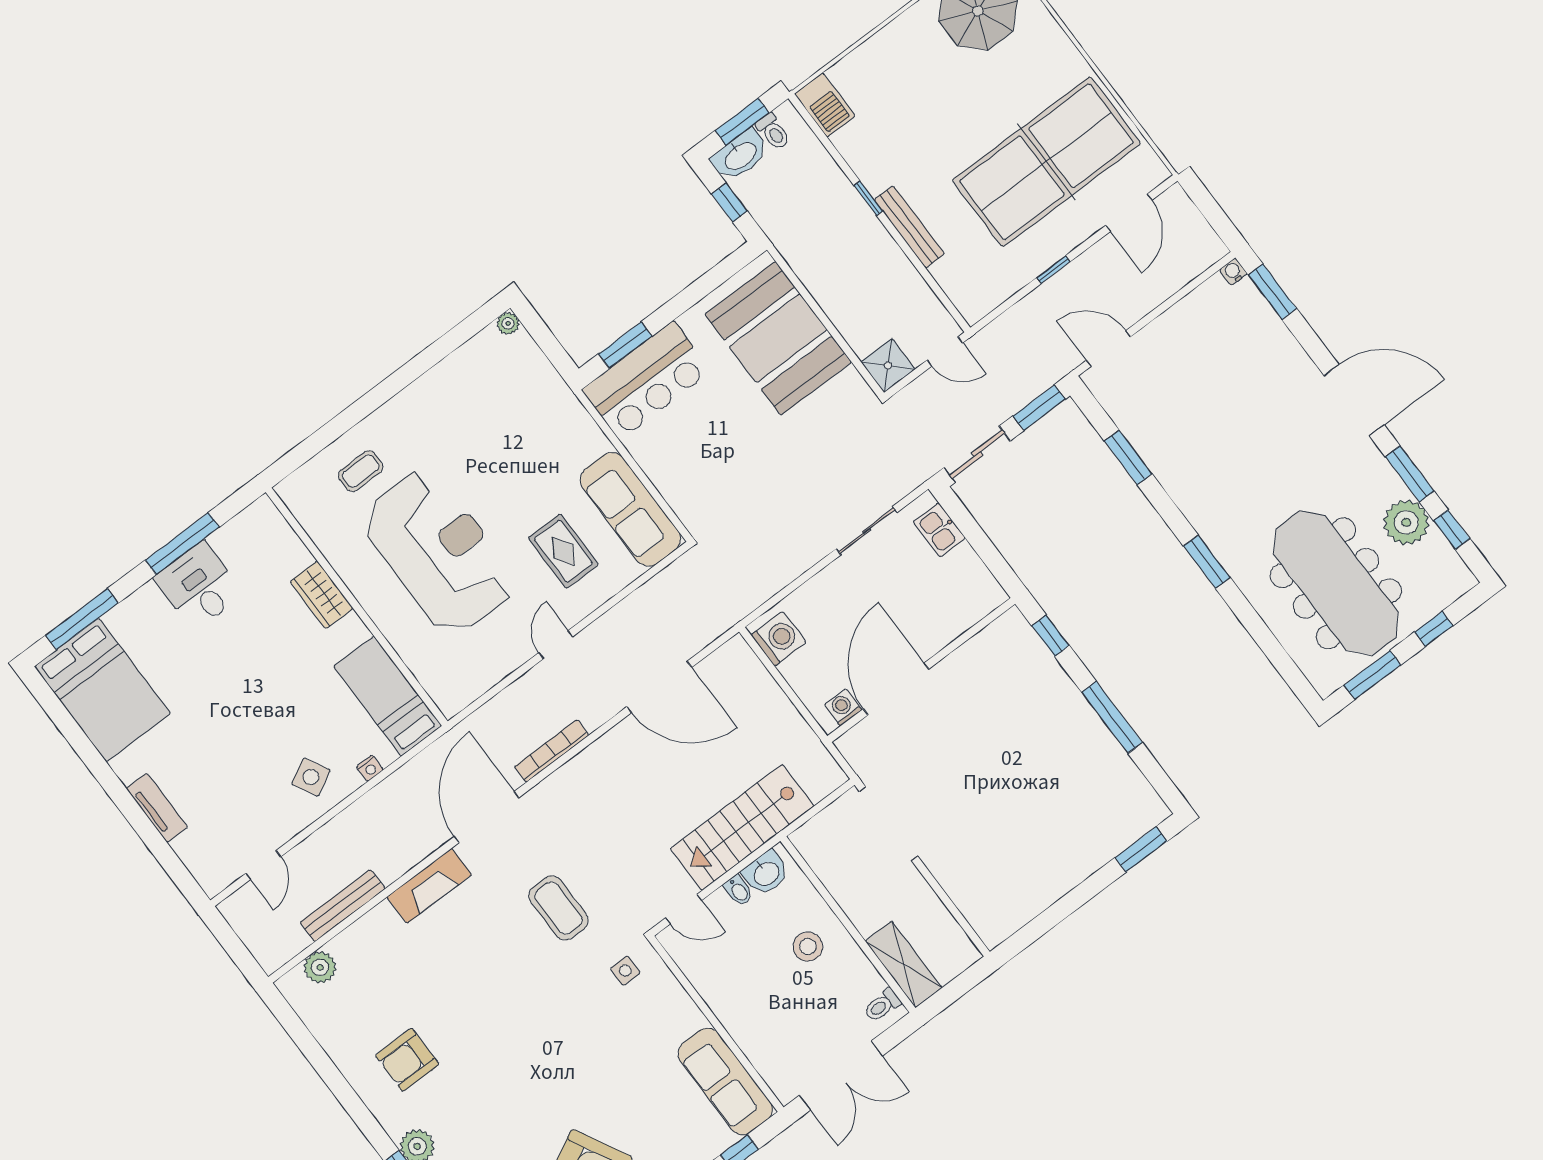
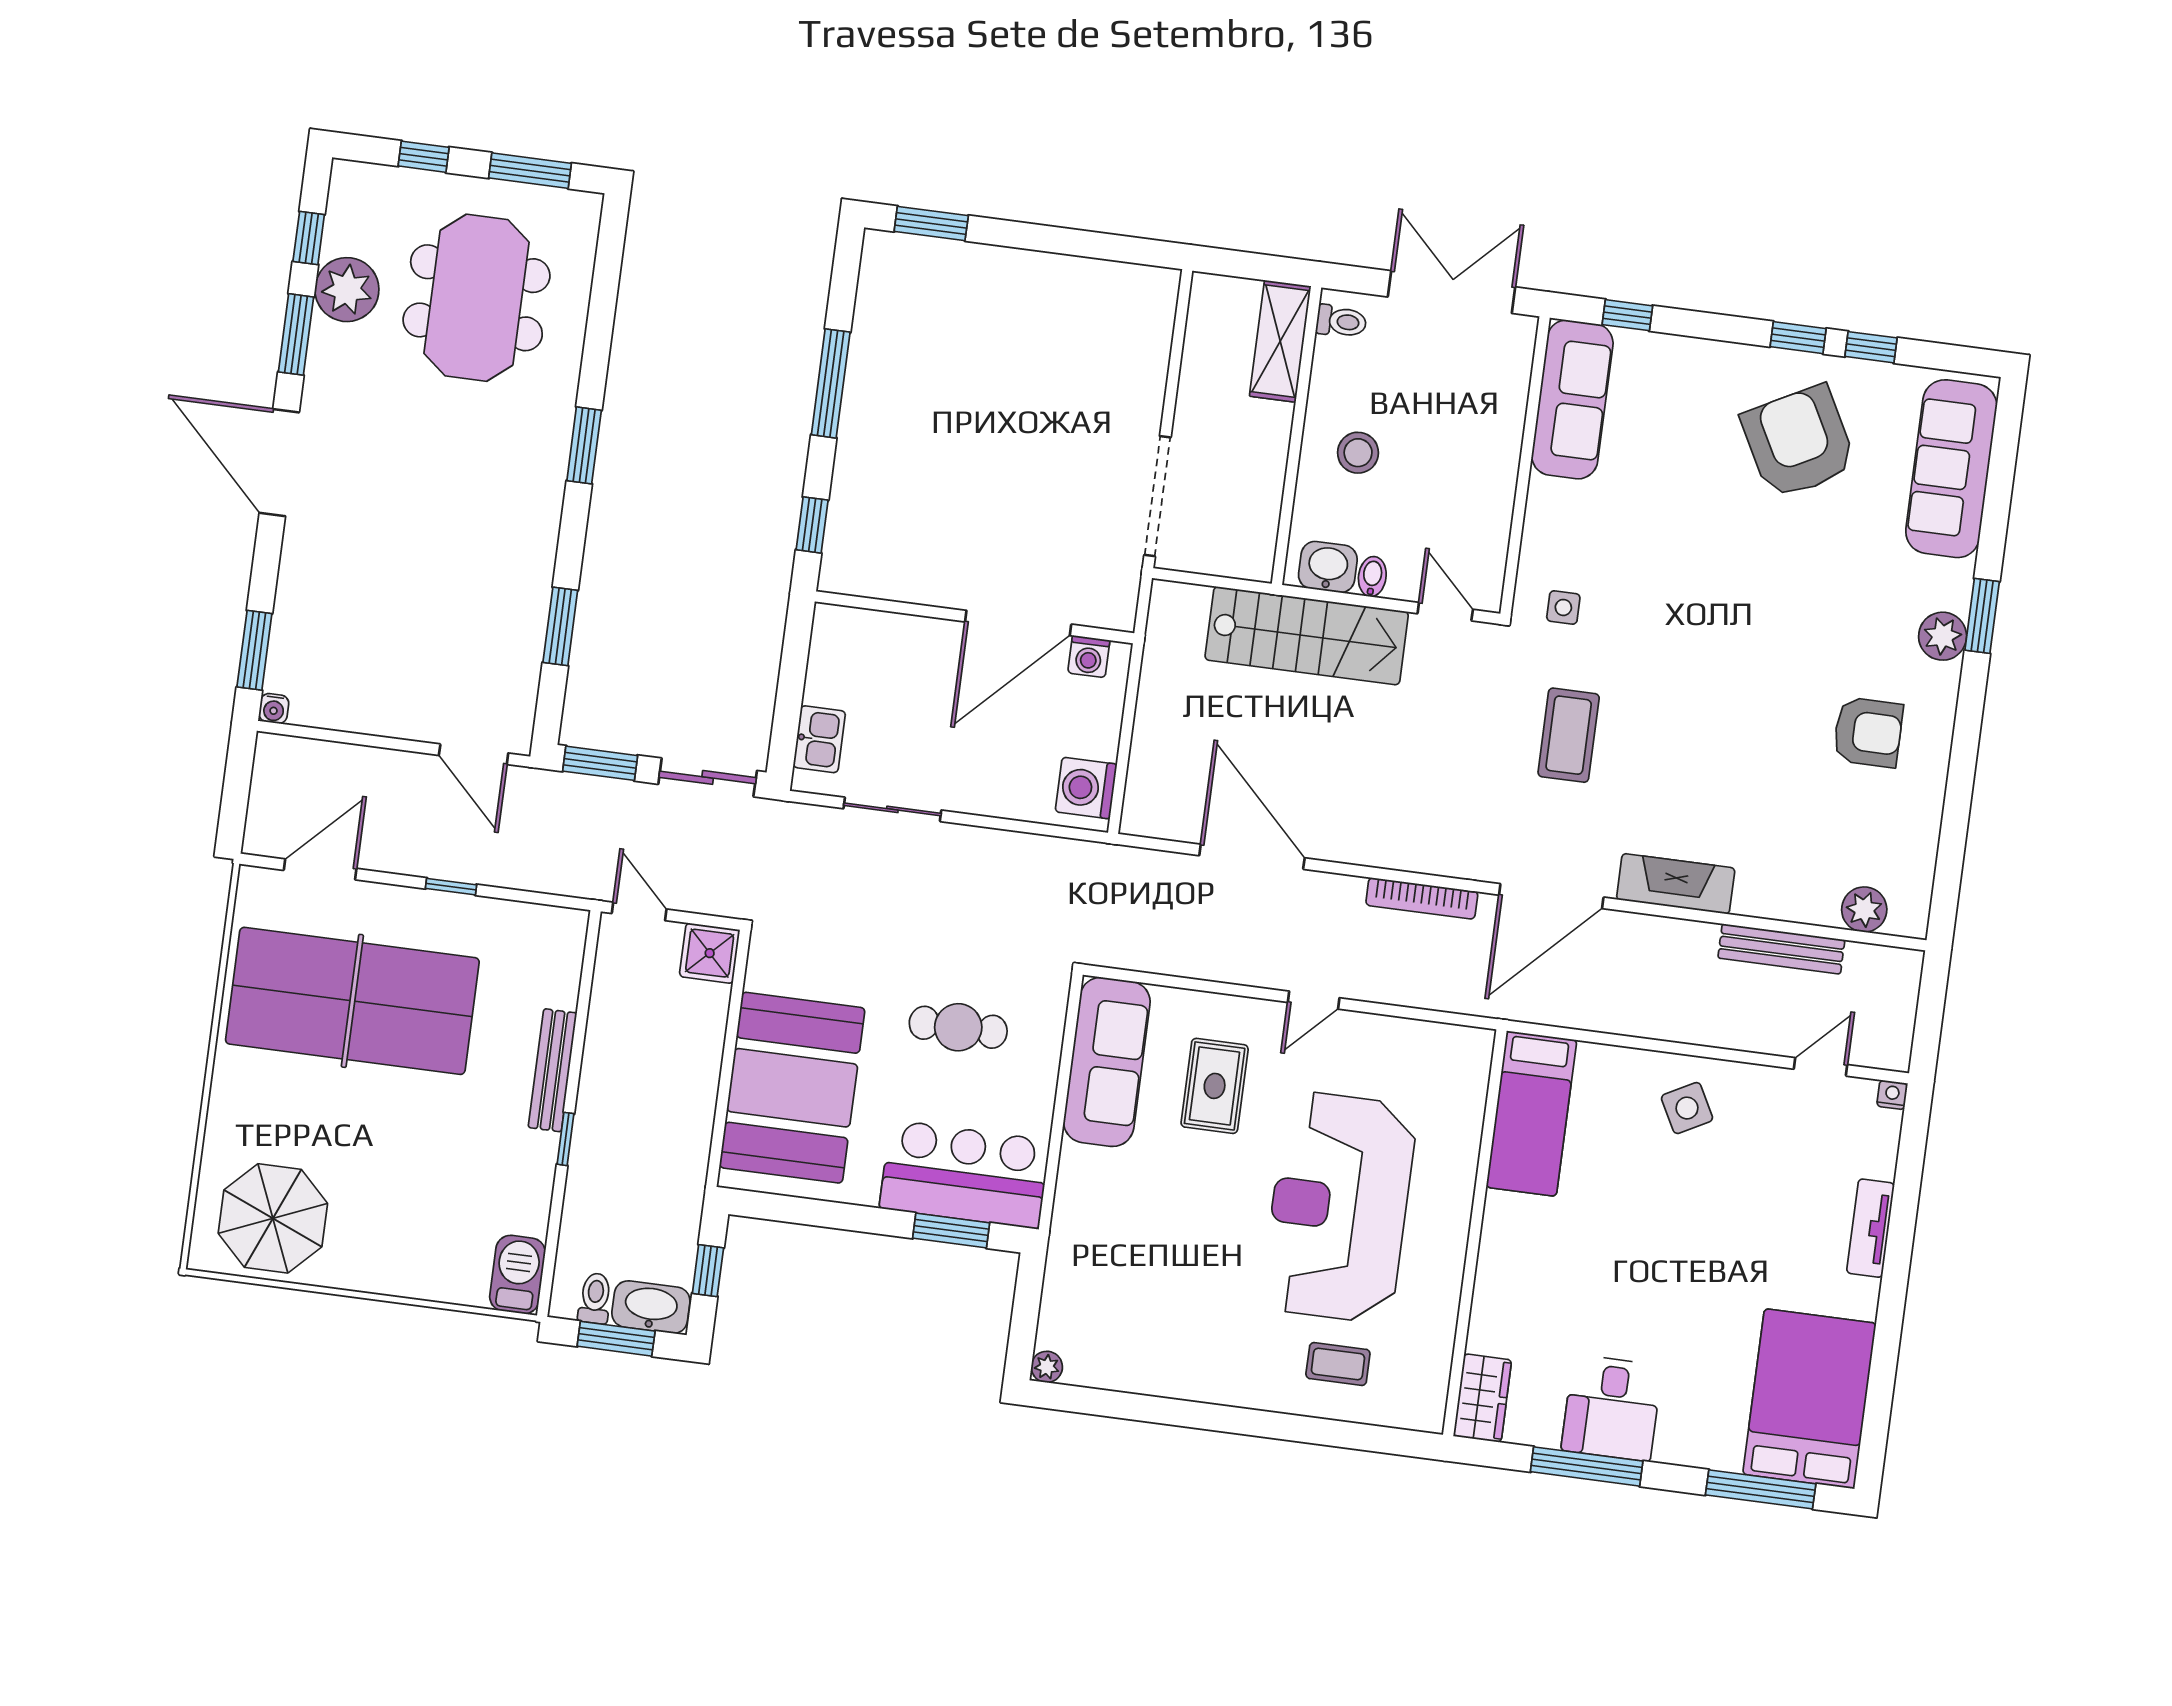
cafe table: (724, 452) -> (958, 1027), added
meeting table: (1336, 583) -> (476, 298), width x0.73
wardrobe: (322, 595) -> (1482, 1398), moved
nightstand: (370, 768) -> (1892, 1095), moved

